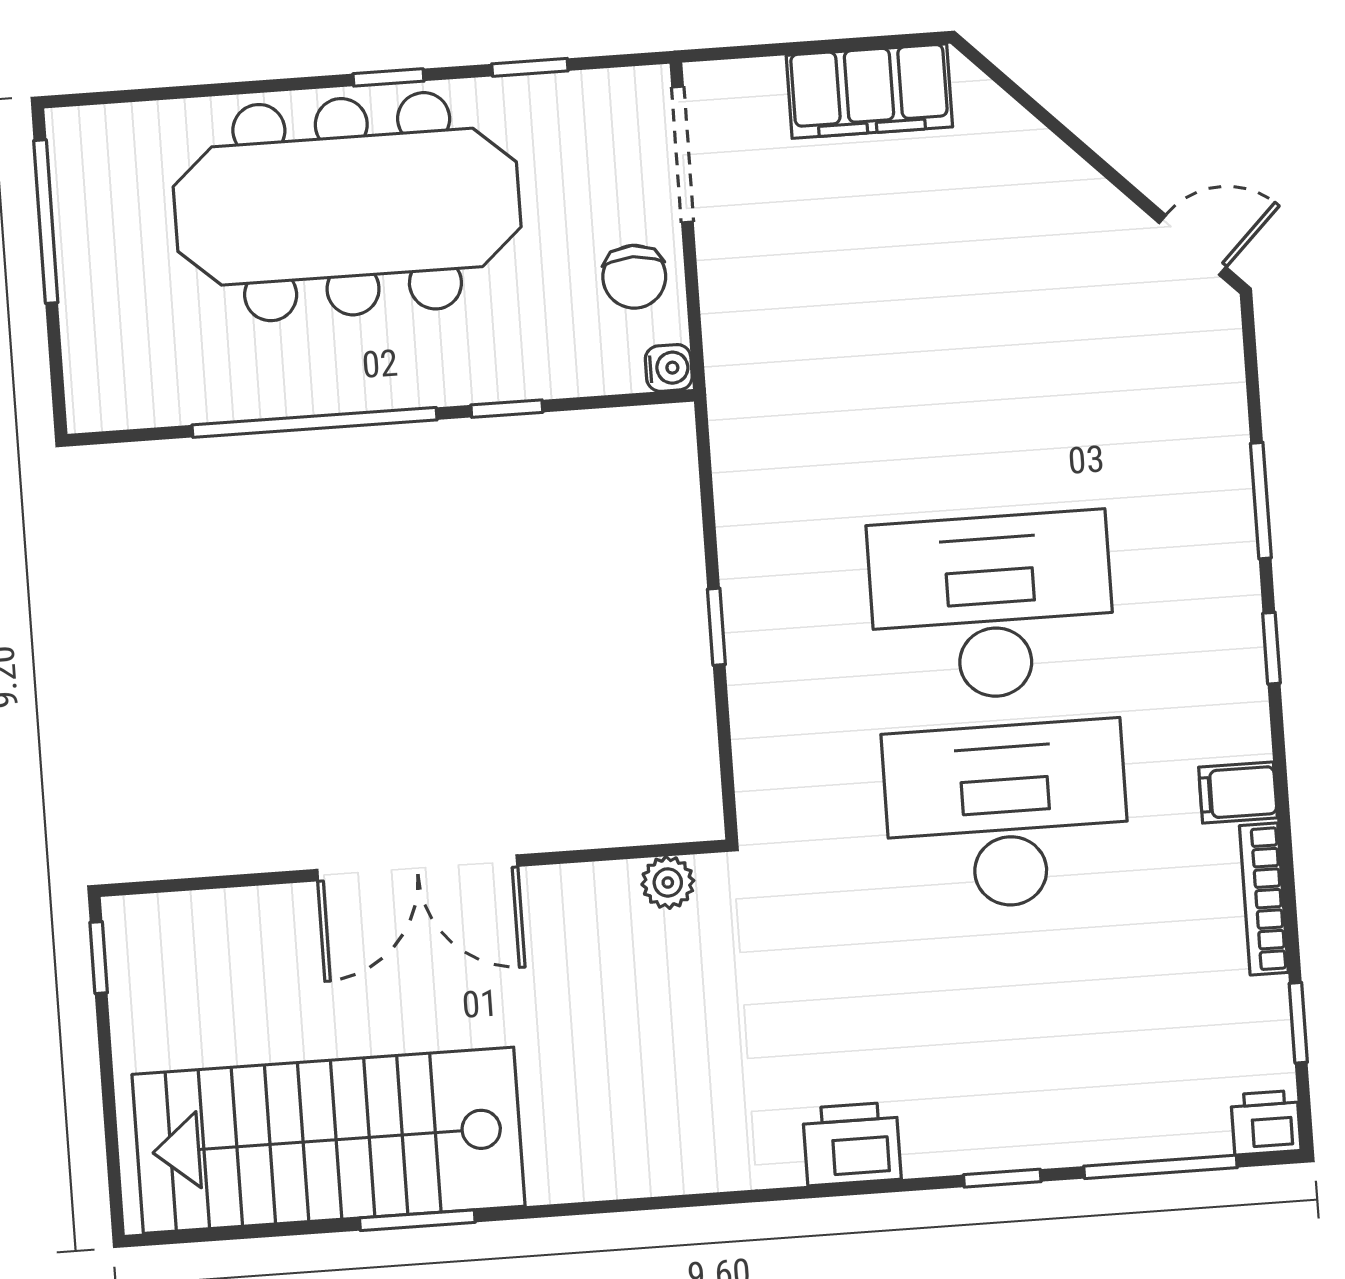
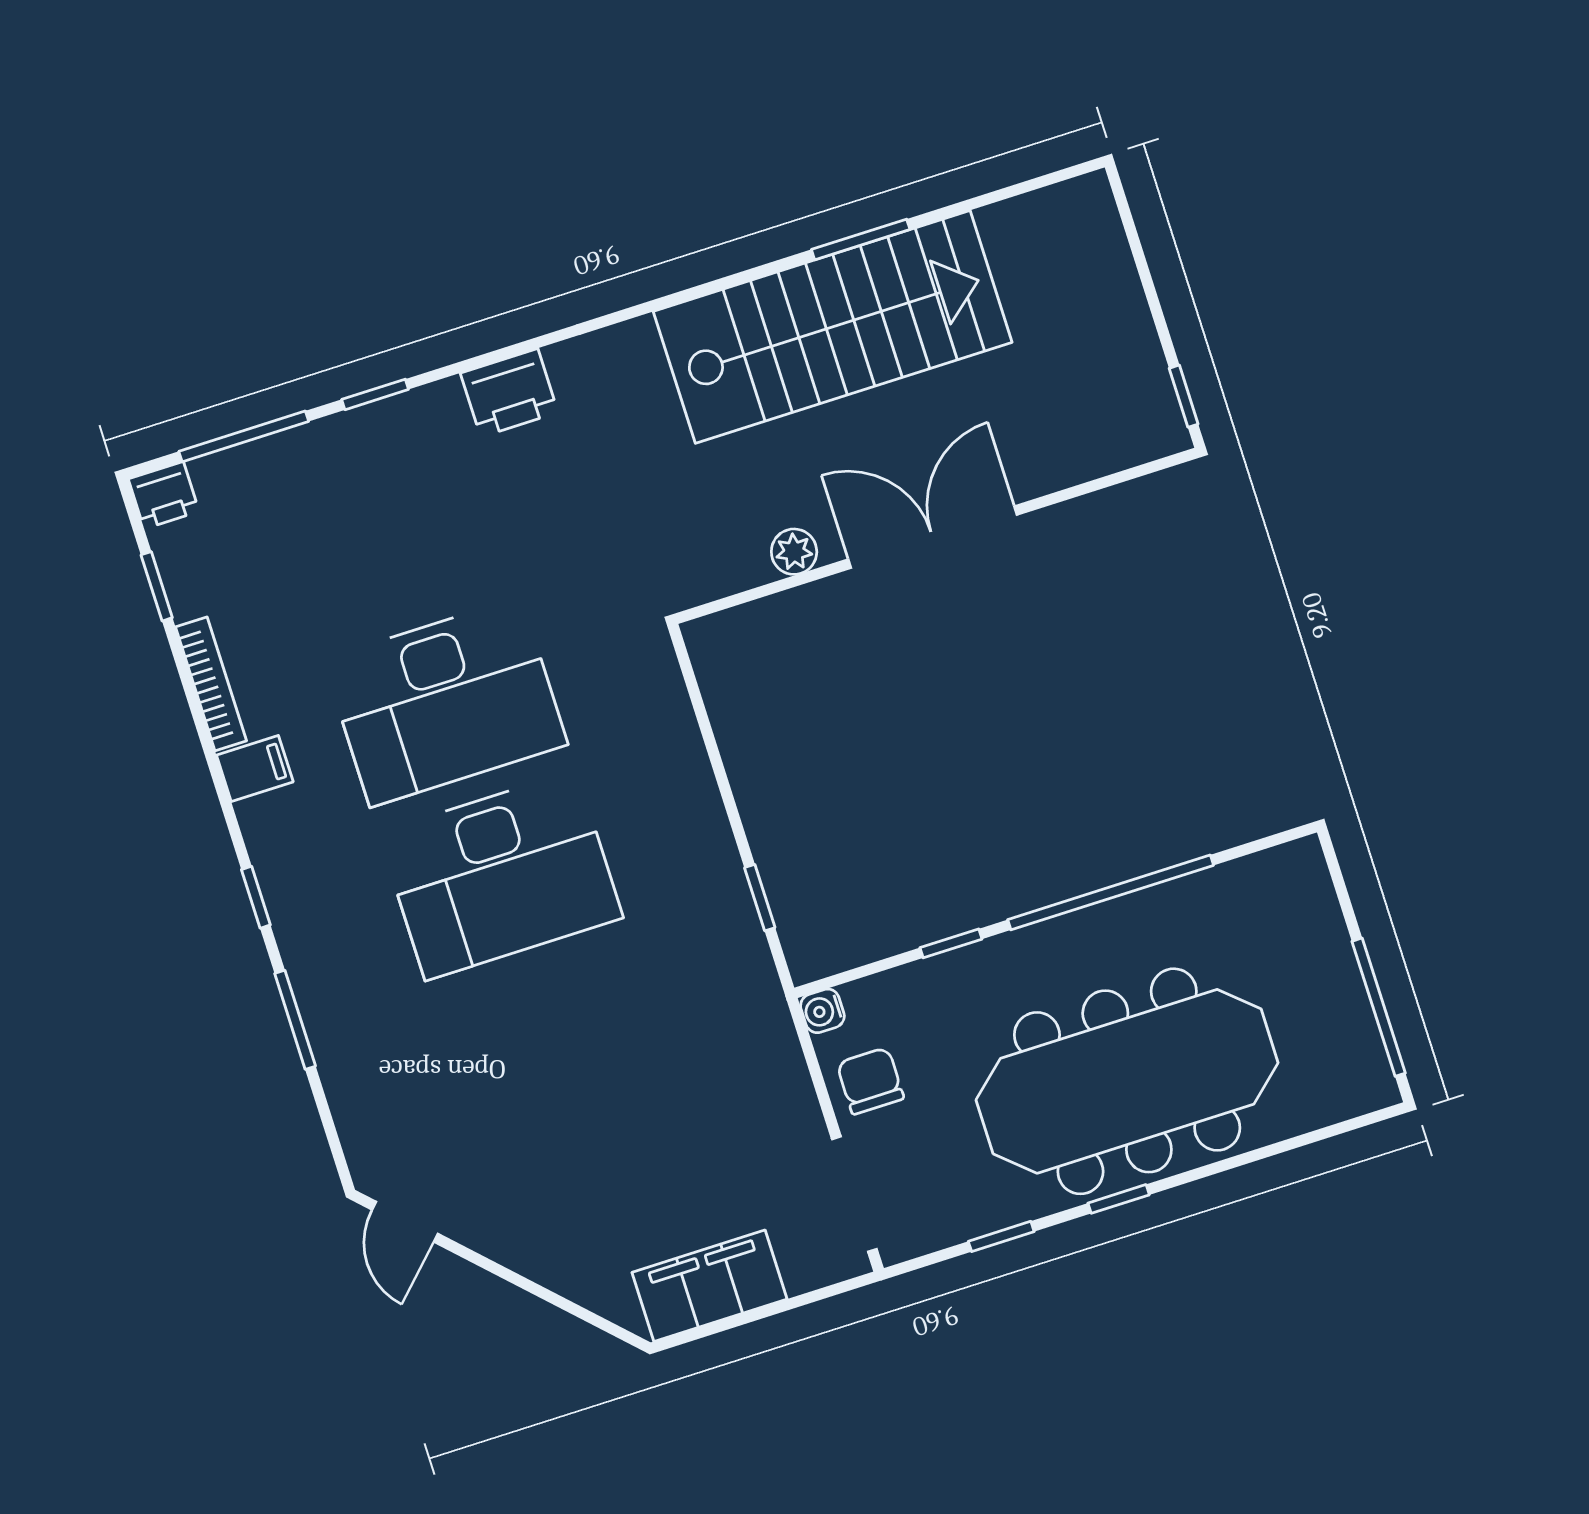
door: (1192, 245) -> (405, 1222), hinge flipped
window: (716, 627) -> (760, 898), moved
plant: (668, 882) -> (794, 552), moved
stairs: (328, 1140) -> (833, 327), moved

